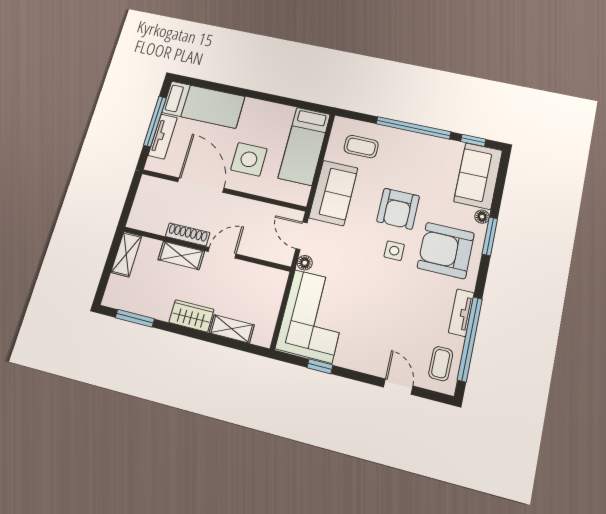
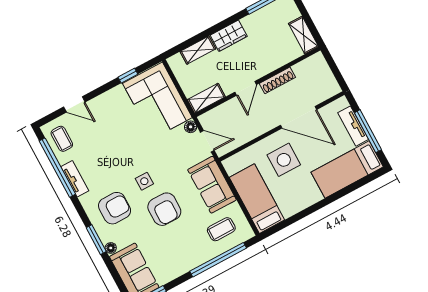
window: (413, 128) -> (218, 260), moved
armchair: (398, 209) -> (164, 209), turned 180
armchair: (446, 250) -> (115, 208), width x0.73, depth x0.73
shelving: (181, 255) -> (206, 98), moved

